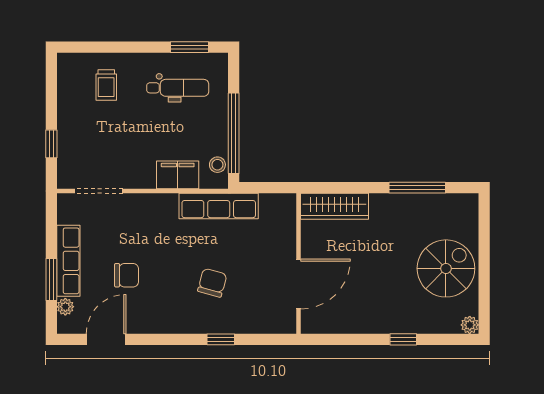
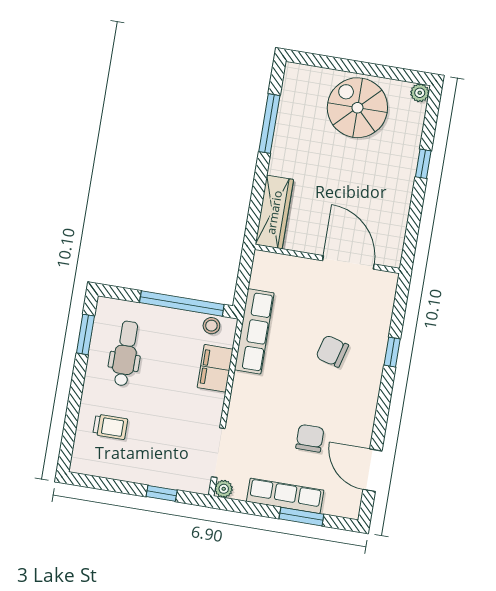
plant: (65, 307) -> (224, 489), moved

